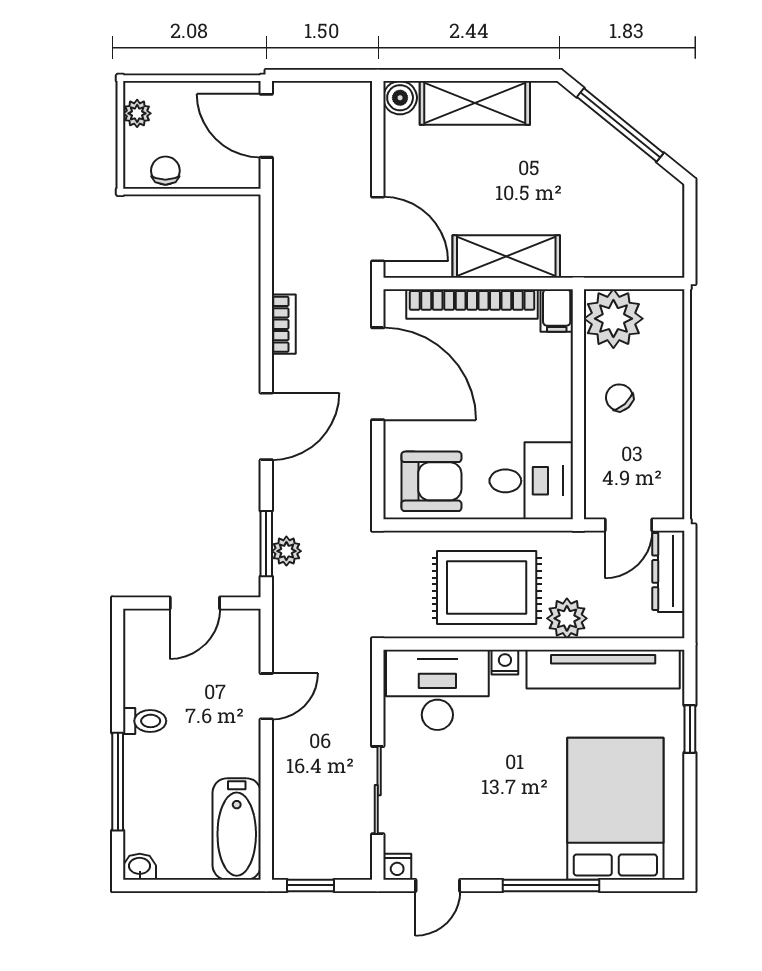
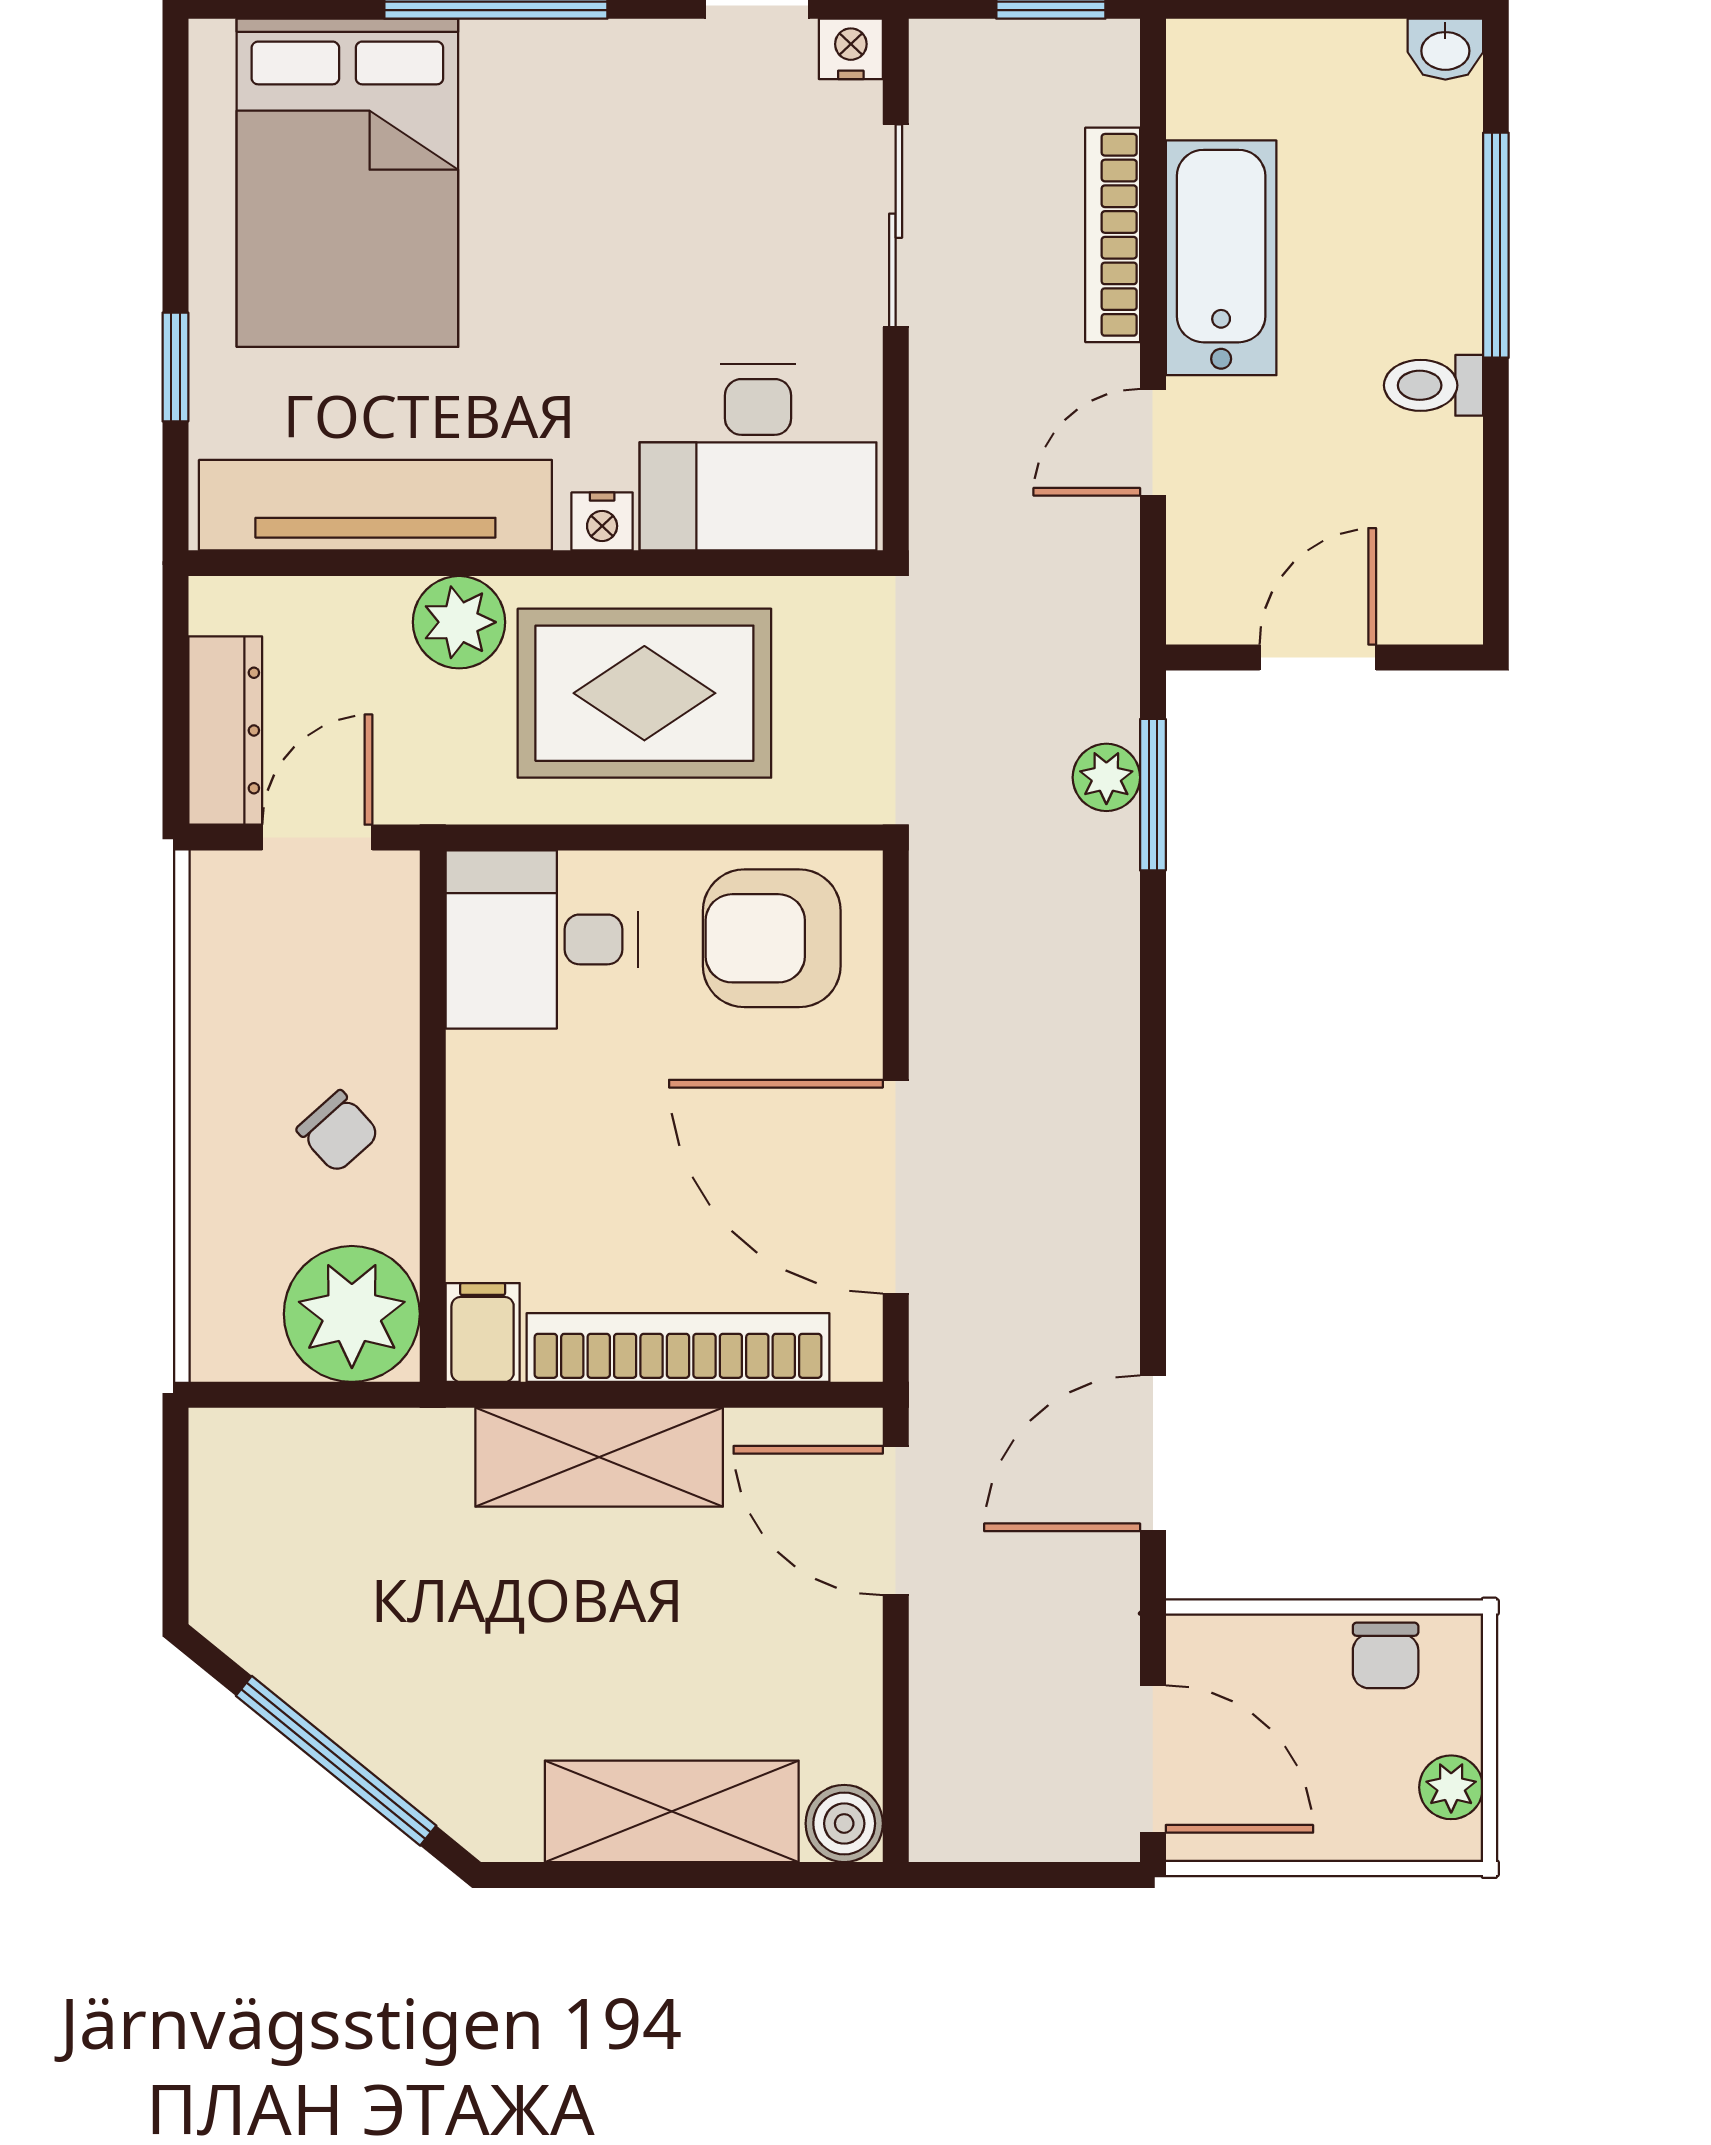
bookcase: (284, 324) -> (1113, 235), moved, width x1.56
door: (266, 426) -> (1153, 1453), moved
bathtub: (237, 829) -> (1221, 258), moved

